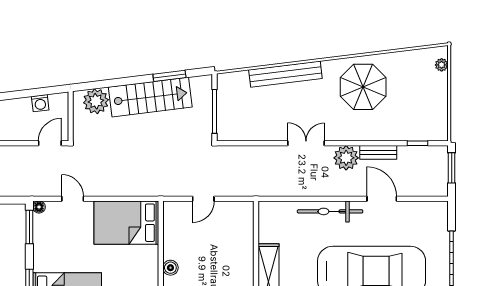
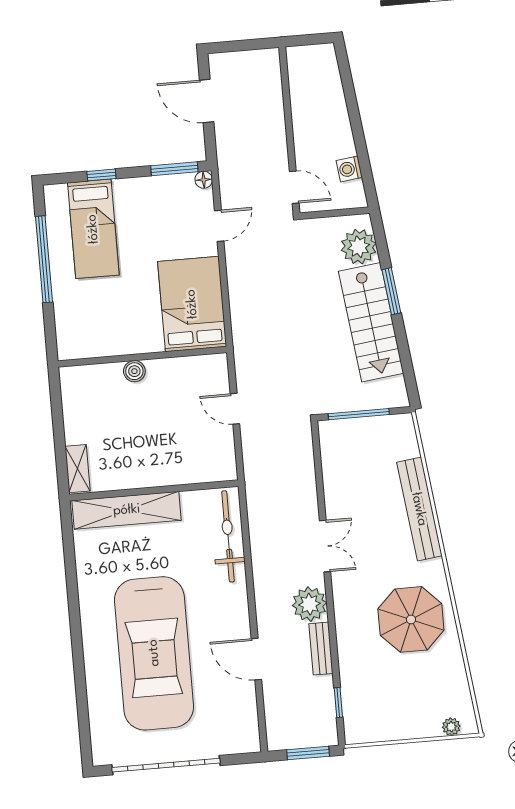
window: (169, 76) -> (391, 291), moved
door: (382, 199) -> (256, 659), swing flipped
bicycle: (330, 211) -> (228, 536), moved

